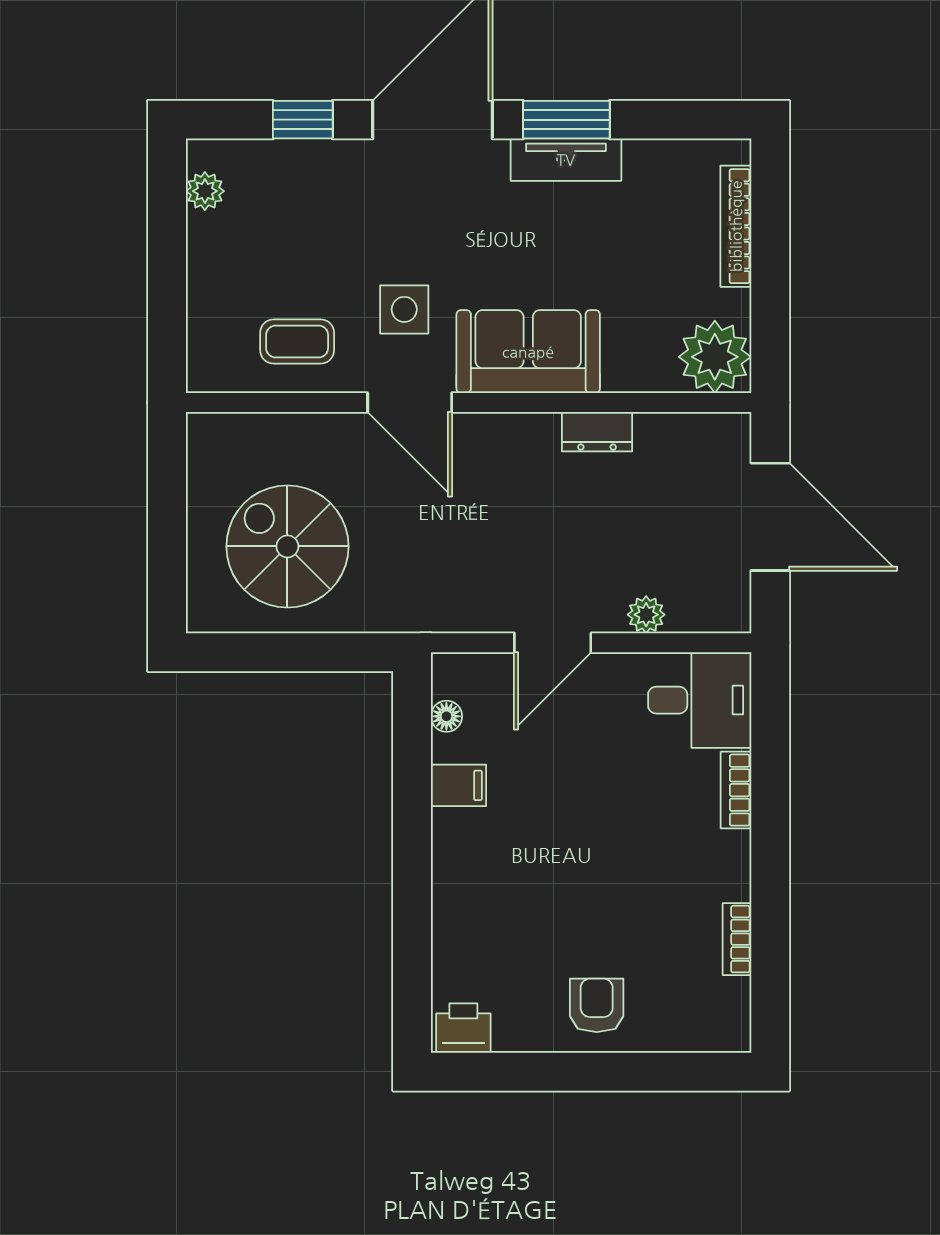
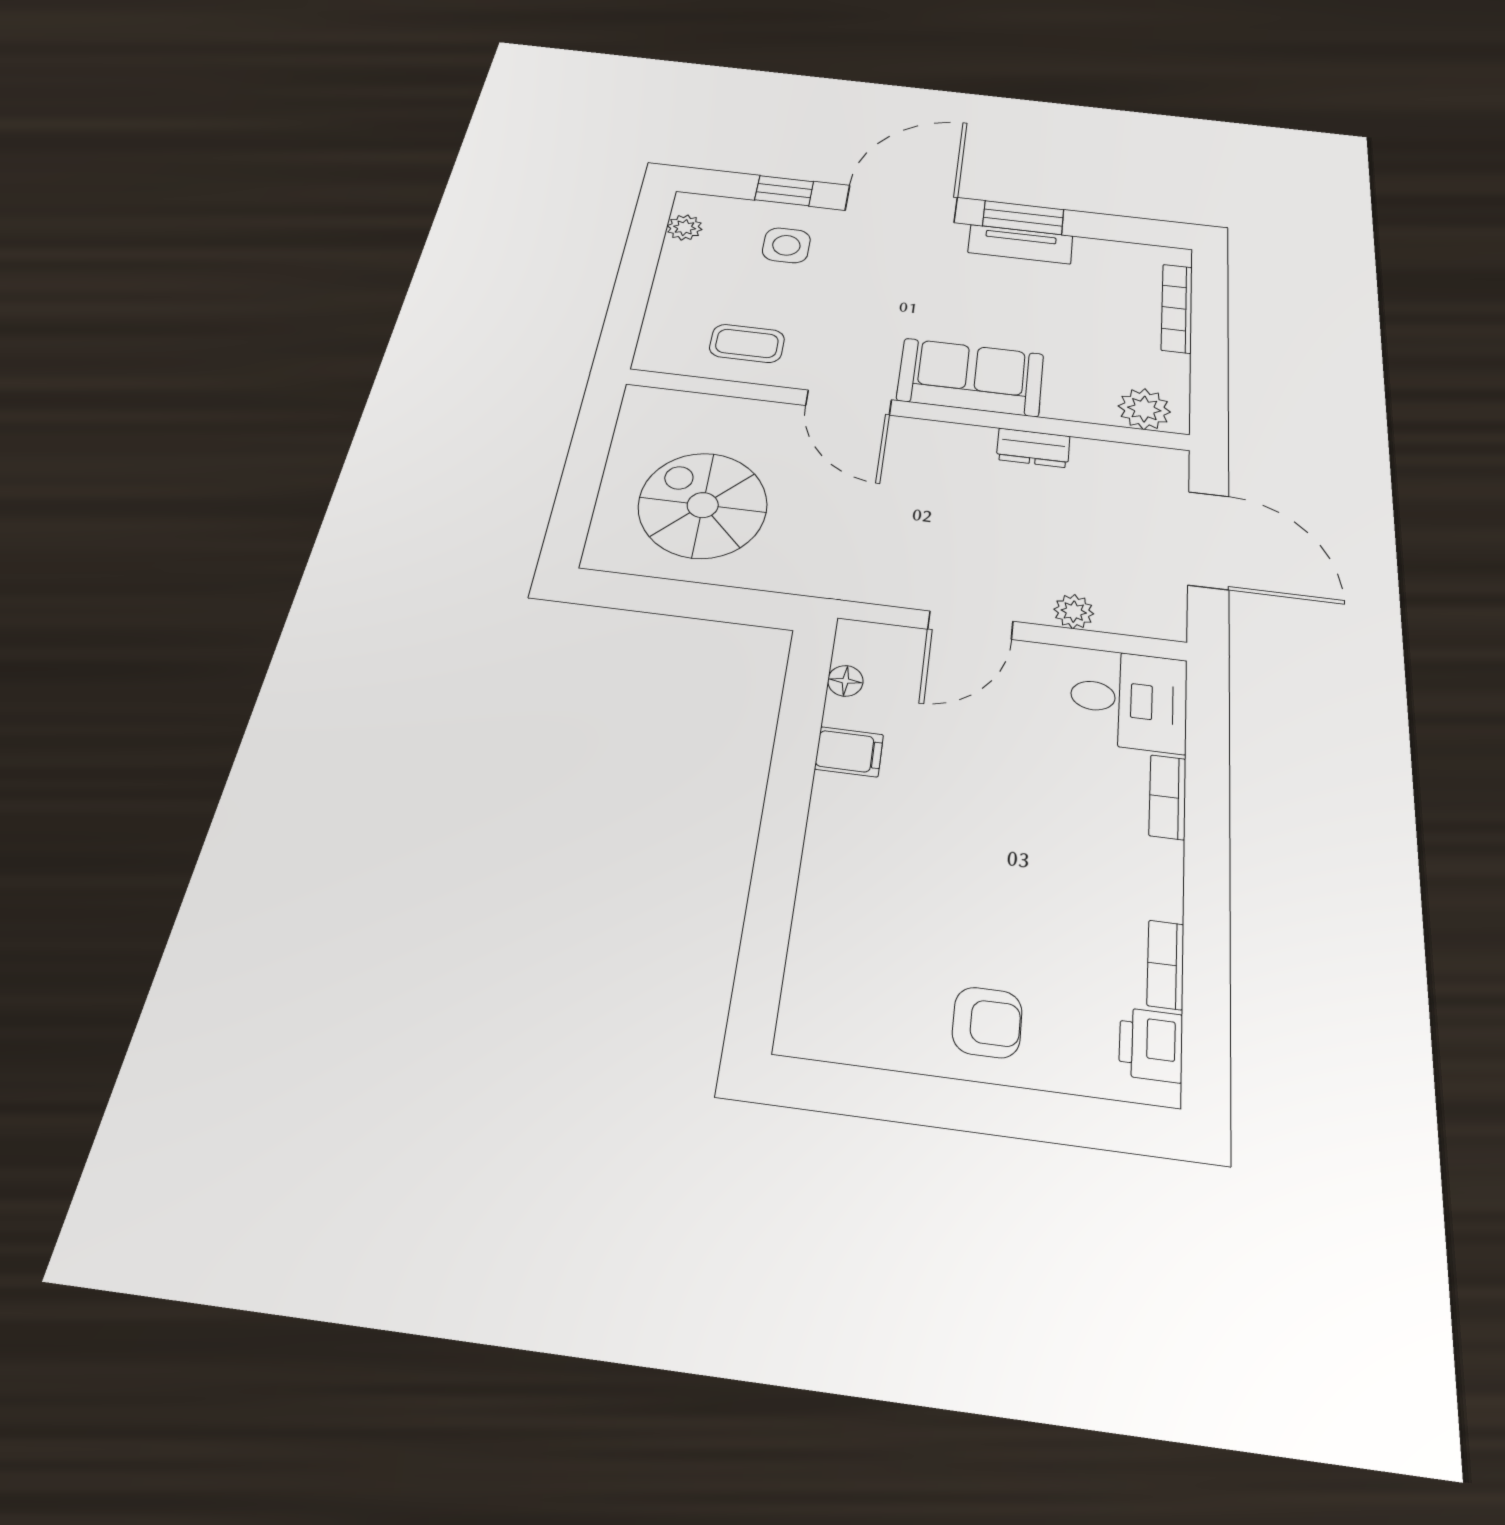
side table: (404, 309) -> (786, 245), moved
plant: (715, 357) -> (1144, 409), width x0.73, depth x0.73
armchair: (597, 1005) -> (987, 1022), turned 90
printer: (463, 1028) -> (1151, 1045), moved, turned -90

